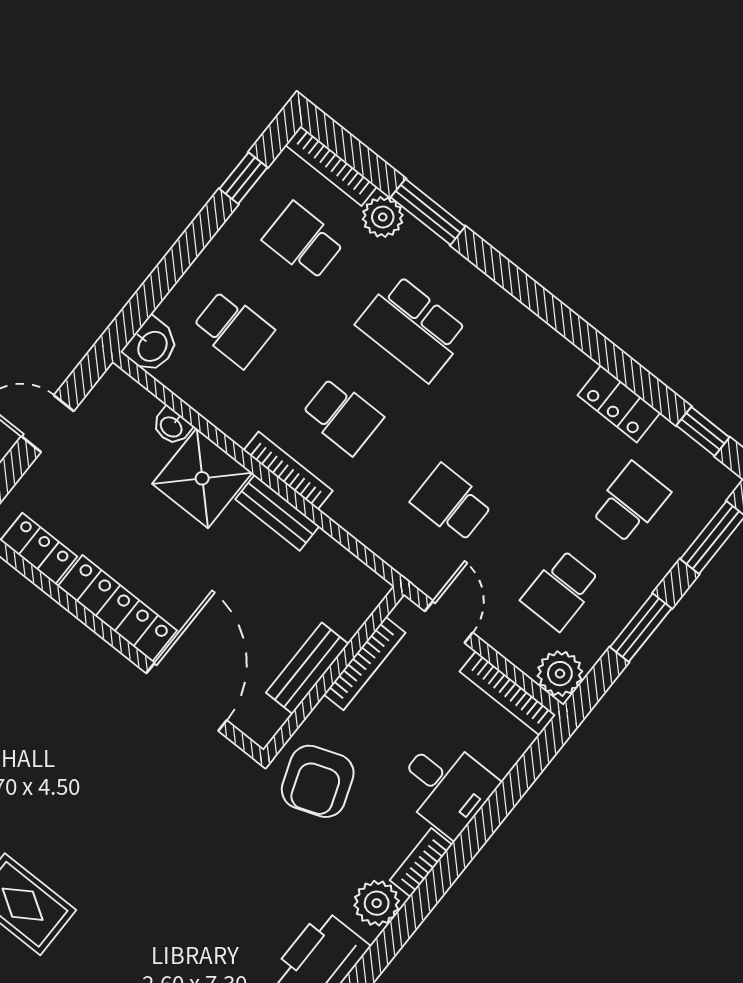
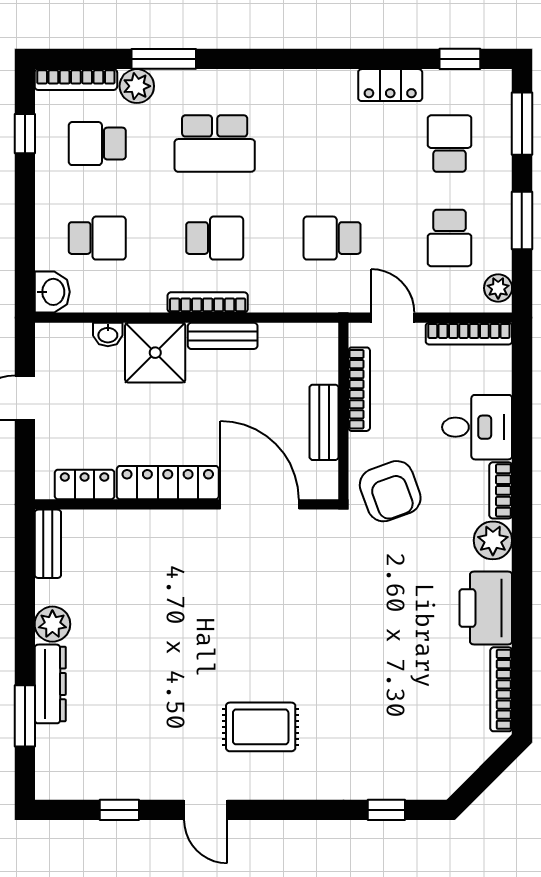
plant: (560, 674) -> (498, 288), width x0.73, depth x0.73

